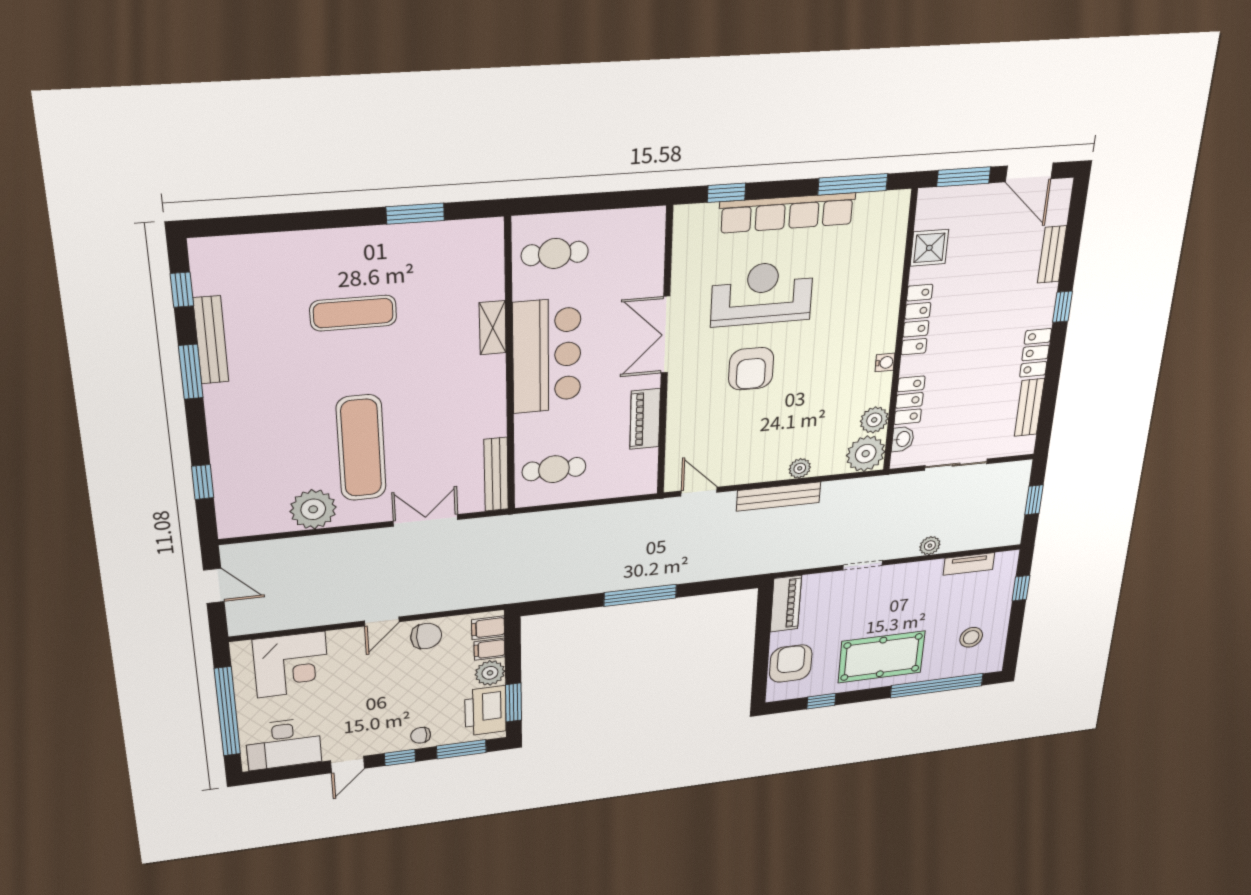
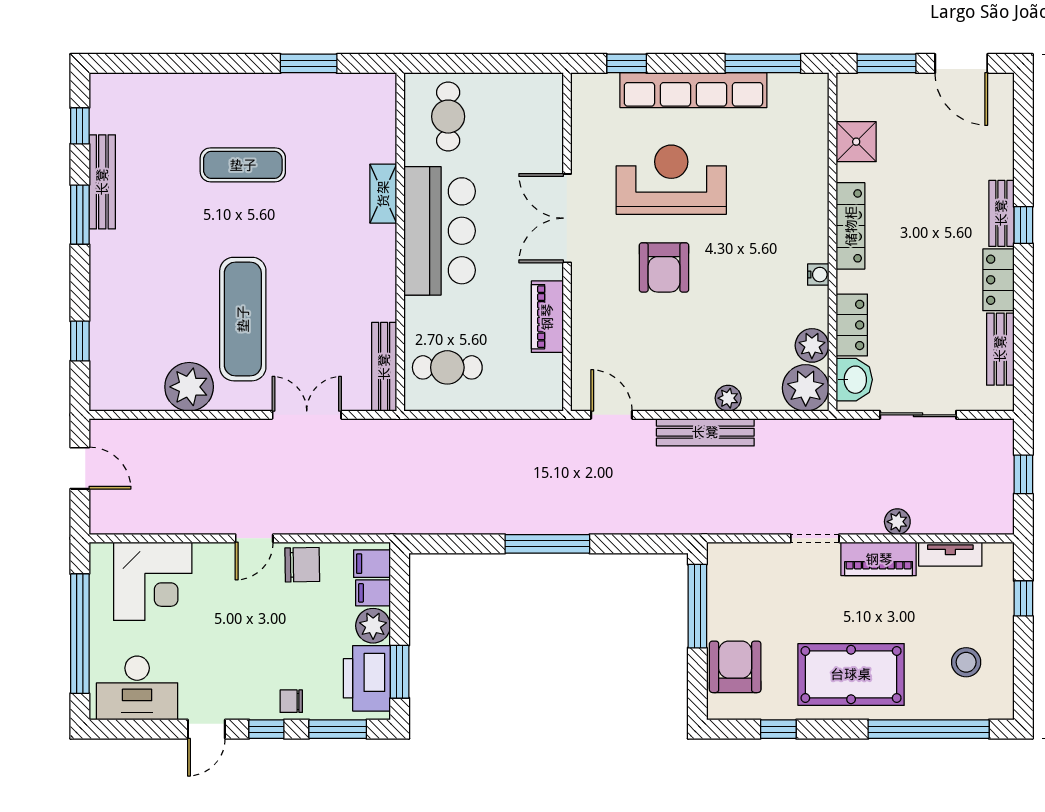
cafe table: (555, 253) -> (448, 117), turned 90
bench: (1052, 255) -> (1001, 213), moved
washbasin: (903, 439) -> (854, 380), width x1.38, depth x1.45
piano: (786, 604) -> (879, 559), moved, turned 90
window: (763, 625) -> (697, 606), added

